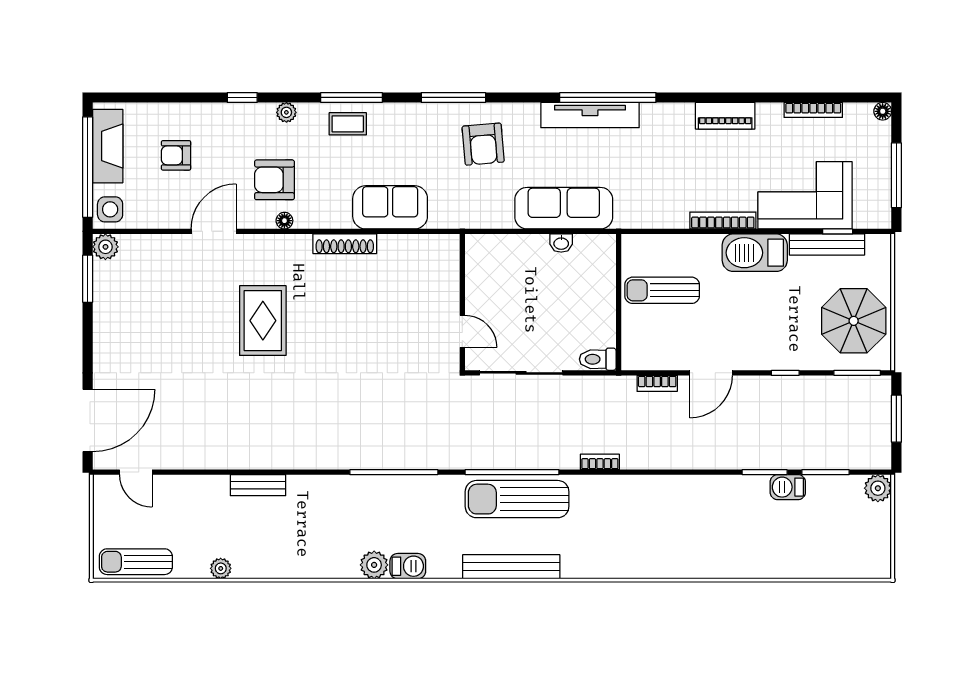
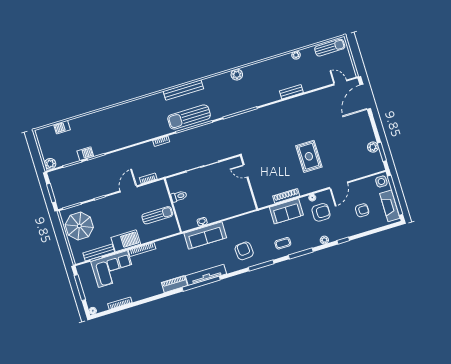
piano: (725, 116) -> (174, 284), moved
coffee table: (348, 124) -> (283, 243), moved
sofa: (390, 207) -> (286, 211), moved
plant: (105, 247) -> (373, 147), moved
wall: (462, 302) -> (249, 182), moved
door: (462, 331) -> (246, 171), moved
toilet: (598, 359) -> (179, 196), moved
sun lounger: (517, 499) -> (189, 117), turned 180
barbecue: (408, 566) -> (62, 127), moved

